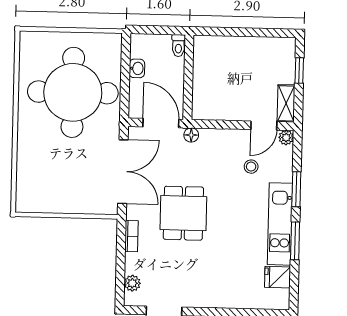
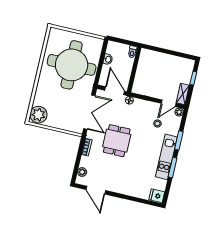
plant: (31, 195) -> (38, 115), added
fridge: (278, 277) -> (157, 196), moved

